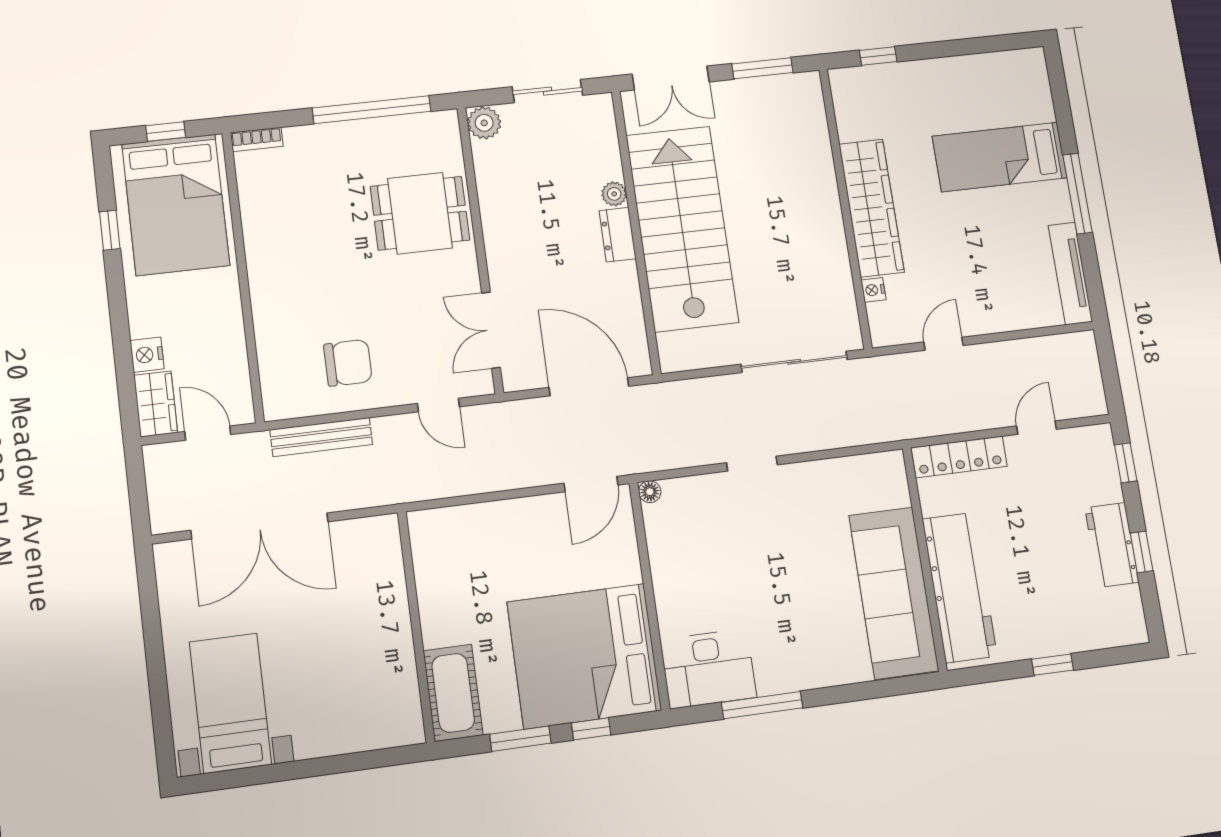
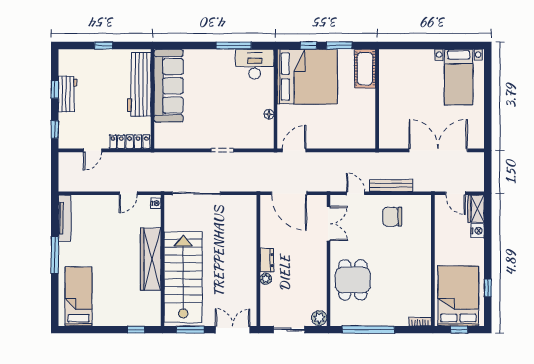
bed: (1000, 157) -> (79, 297), moved, turned -90
dining table: (420, 213) -> (353, 280), turned 90
stairs: (682, 228) -> (183, 277), moved, turned 180
nightstand: (873, 290) -> (156, 203), moved
bench: (321, 437) -> (391, 186), moved
floor lamp: (650, 492) -> (269, 114), moved

